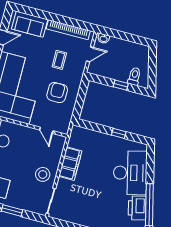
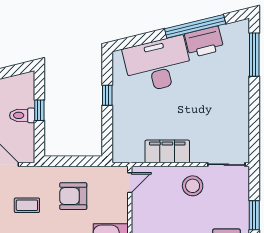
toilet: (134, 76) -> (22, 115), moved
door: (46, 130) -> (130, 183), moved

